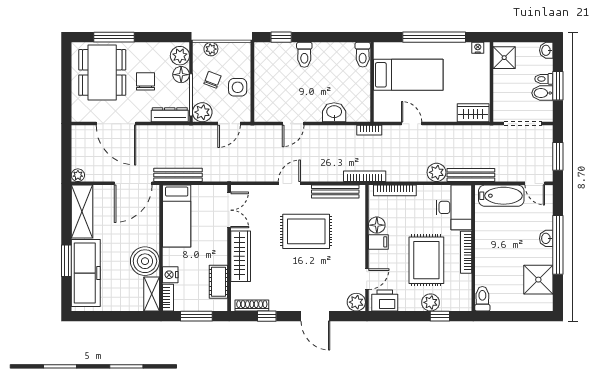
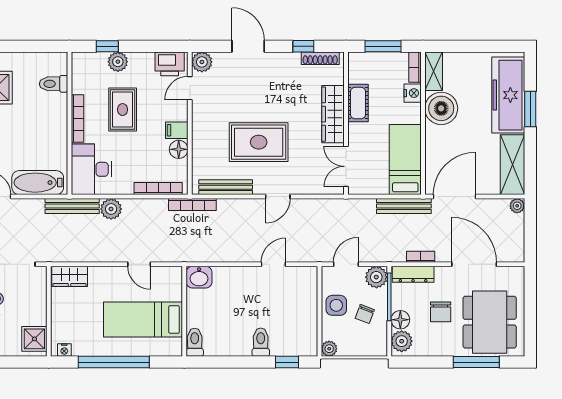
plant: (211, 49) -> (329, 349), moved
washbasin: (334, 112) -> (199, 277), moved
bookcase: (369, 130) -> (421, 257), moved
rug: (426, 260) -> (123, 110), width x0.73, depth x0.70
cot: (218, 282) -> (358, 103), moved
toilet: (482, 299) -> (54, 84), moved, turned 90

